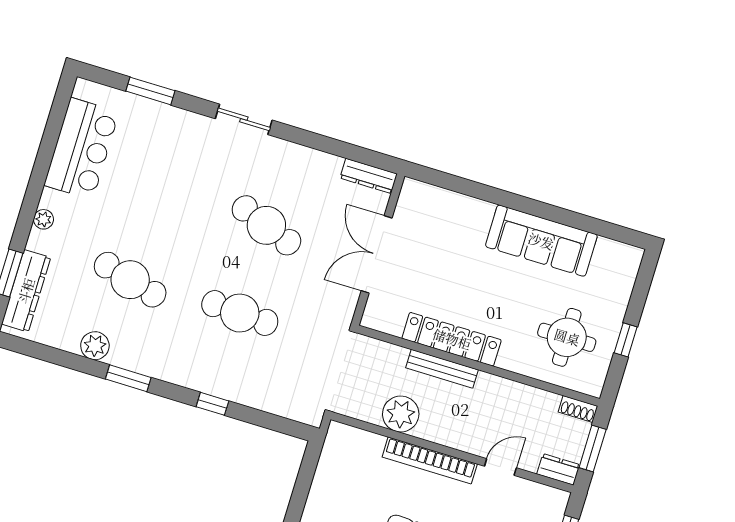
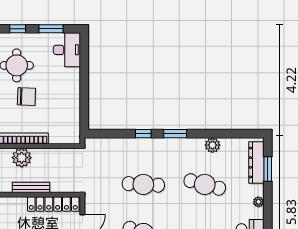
locker: (452, 339) -> (53, 204), moved
window: (128, 378) -> (175, 134), moved
plant: (401, 414) -> (22, 158), moved

